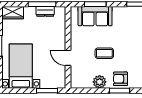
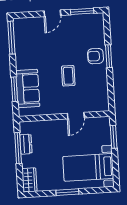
armchair: (120, 79) -> (95, 56), turned 90
plant: (100, 82) -> (100, 79), removed

